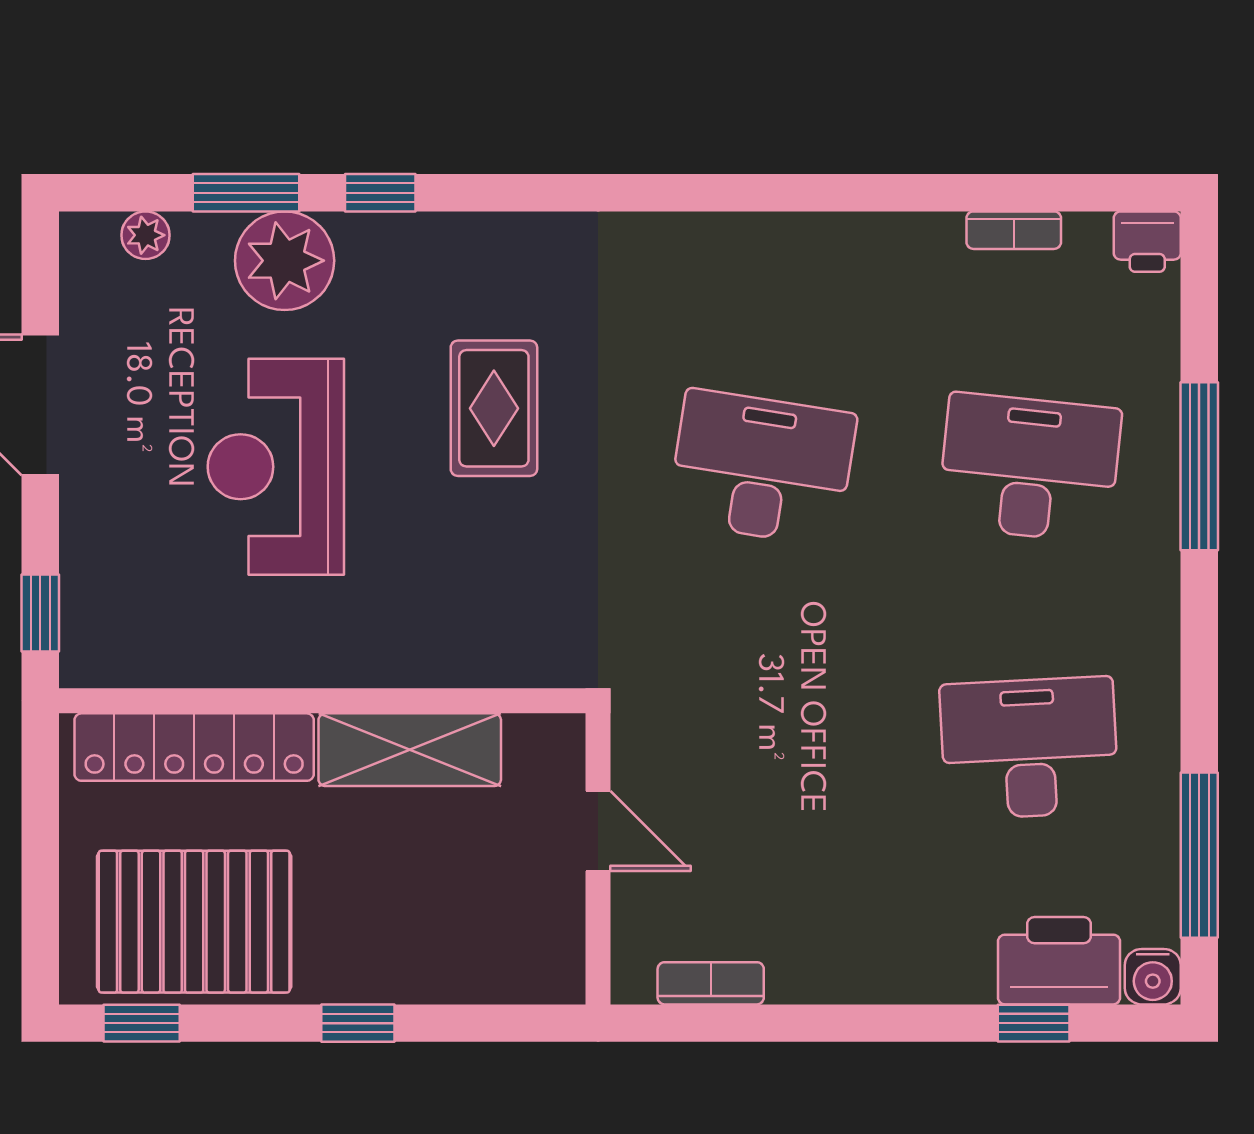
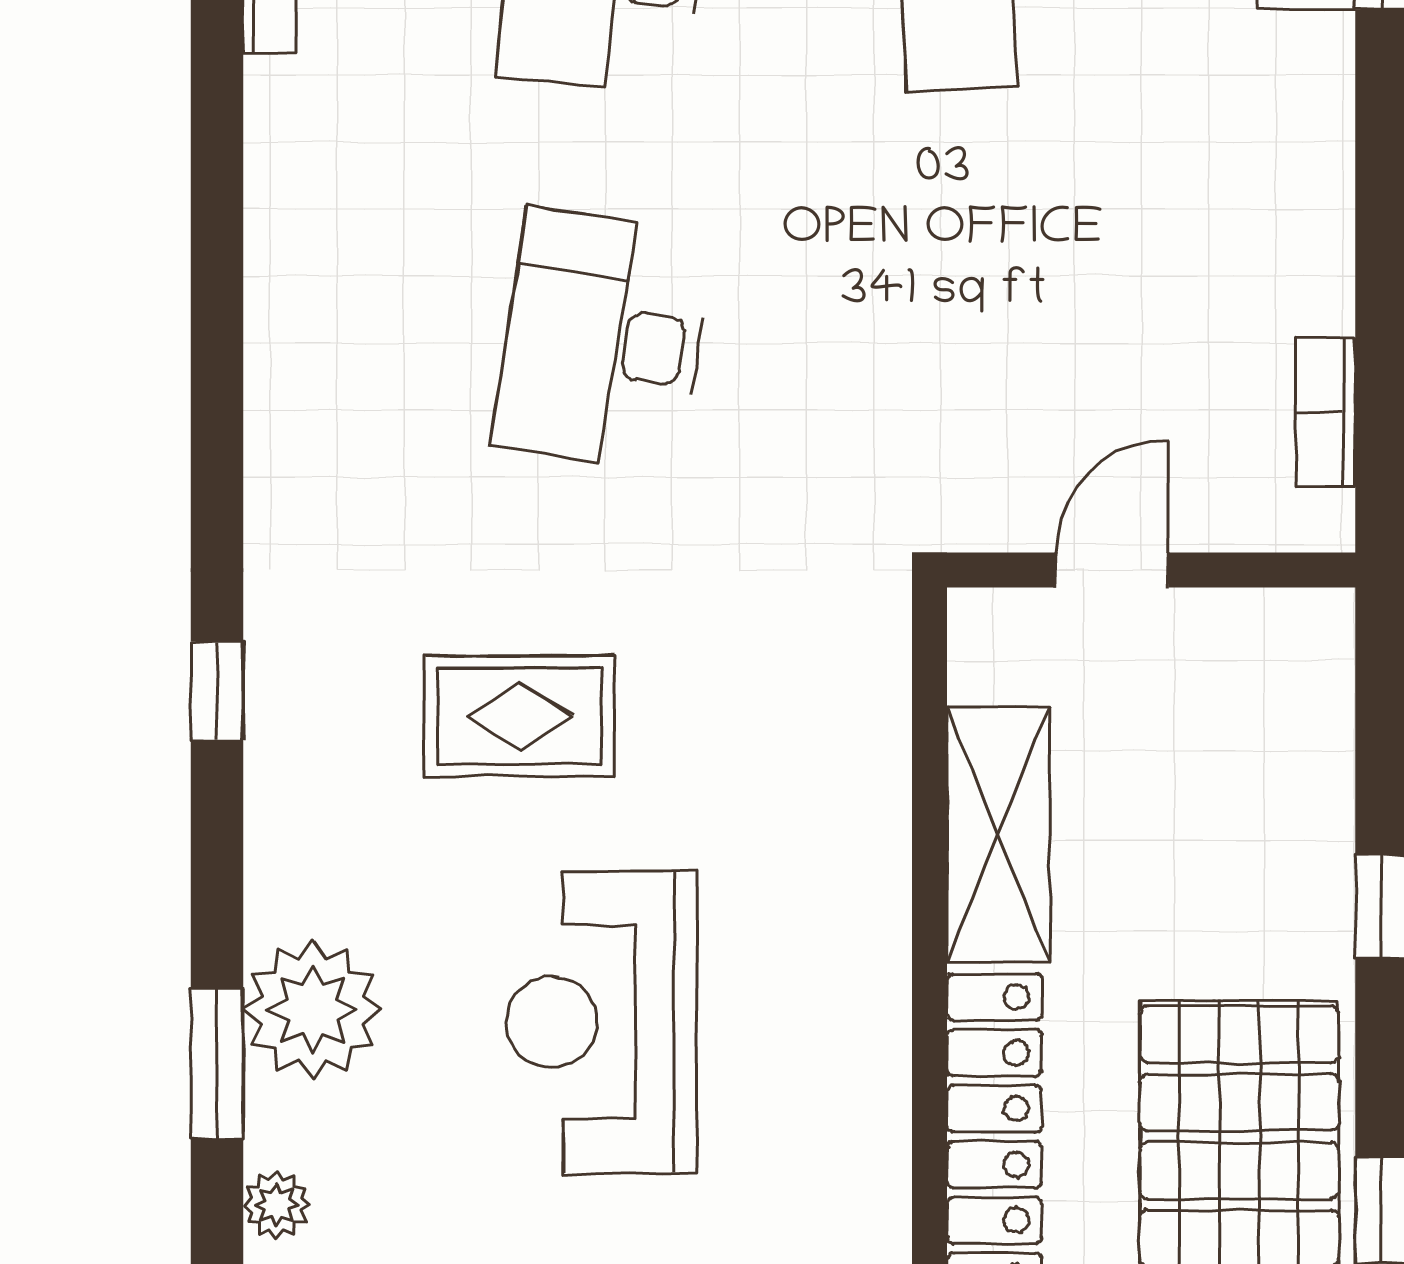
window: (380, 193) -> (217, 691), moved
reception desk: (276, 467) -> (601, 1022), turned 90

